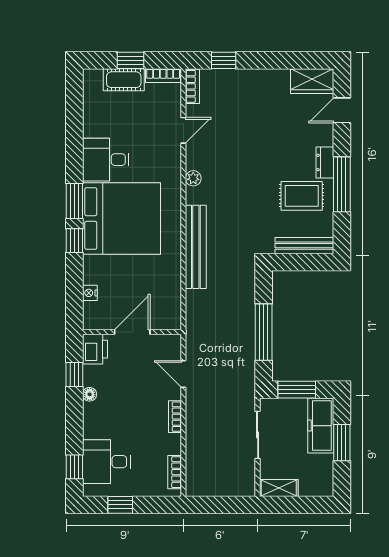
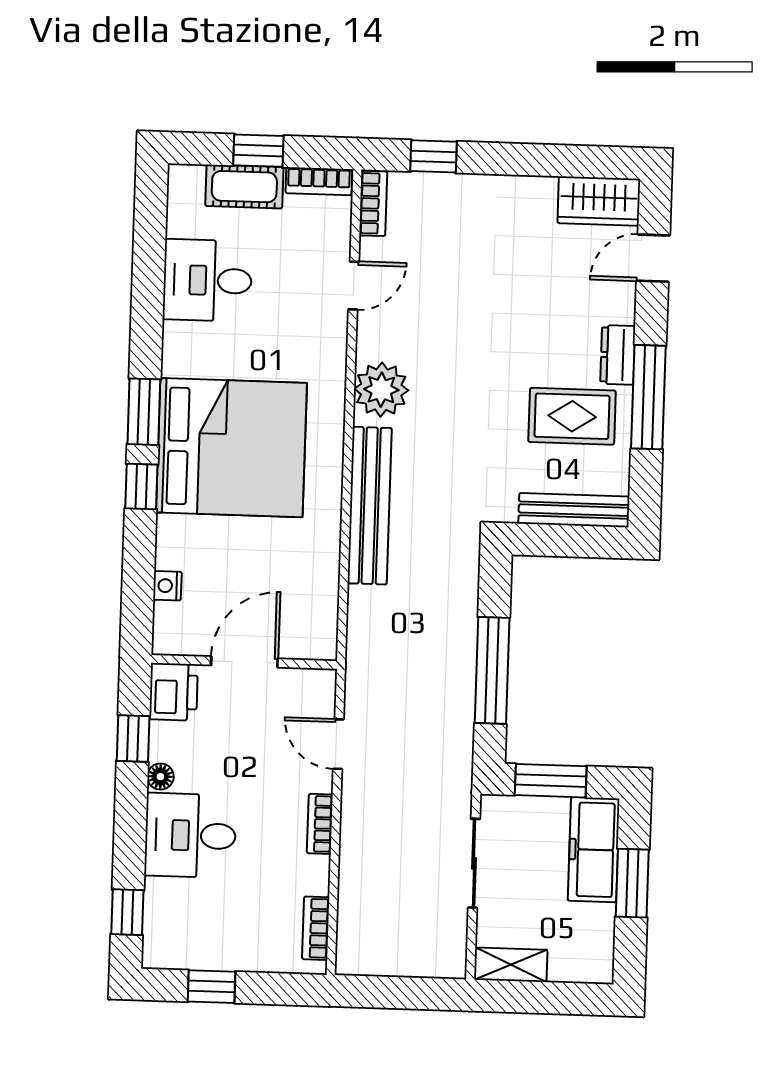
desk: (106, 160) -> (207, 280), moved
plant: (193, 178) -> (381, 390), width x1.88, depth x1.88
desk: (106, 462) -> (190, 835), moved

